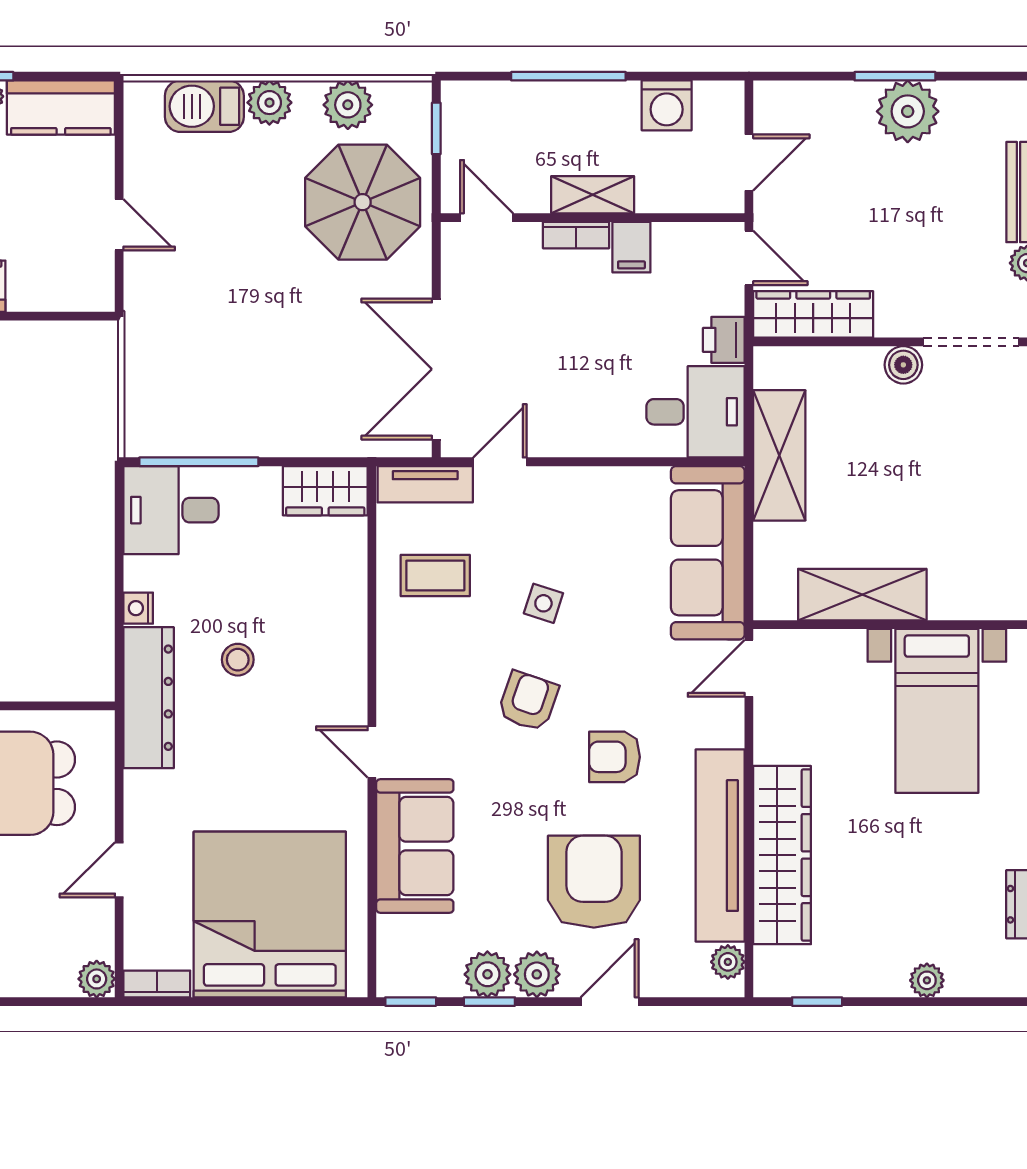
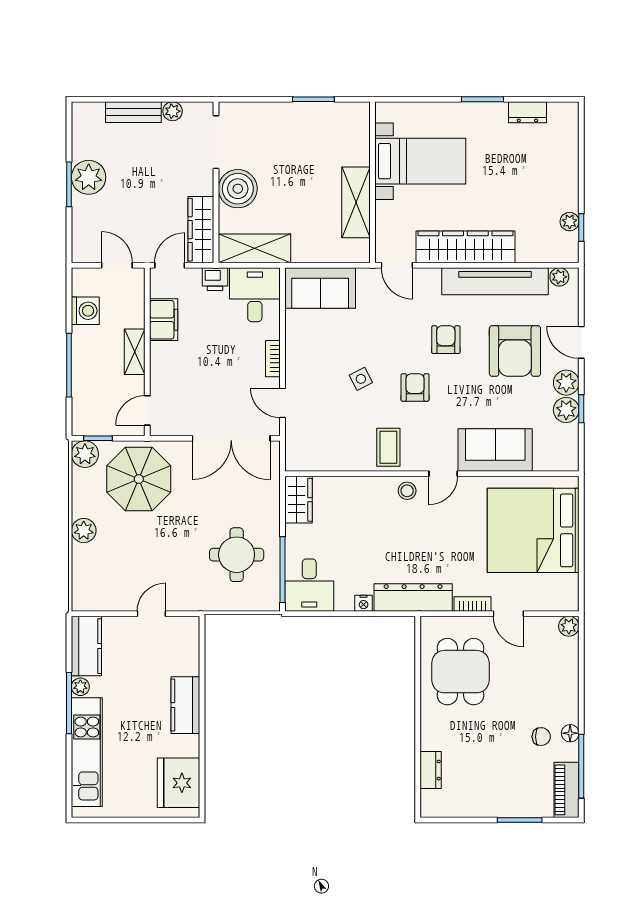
plant: (348, 105) -> (85, 454), moved
barbecue: (204, 106) -> (86, 567), removed
bookcase: (576, 235) -> (273, 359), moved, turned 180
filing cabinet: (631, 247) -> (164, 320), width x2.00
boiler: (903, 365) -> (238, 189), width x1.86, depth x1.86
round table: (226, 379) -> (237, 555), added
shelving: (779, 455) -> (255, 248), moved
tv unit: (425, 484) -> (295, 444), removed
sofa: (708, 553) -> (320, 288), width x0.73
coffee table: (435, 576) -> (388, 447), moved
side table: (543, 603) -> (361, 379), turned 45
stool: (238, 660) -> (407, 491), moved
armchair: (528, 701) -> (415, 387), turned 71
armchair: (614, 757) -> (446, 340), turned 180
wardrobe: (782, 855) -> (465, 247), moved
armchair: (594, 882) -> (515, 351), turned -90
plant: (927, 980) -> (570, 222), moved
bookcase: (157, 984) -> (473, 604), moved, turned 90
window: (411, 1002) -> (581, 452), removed

